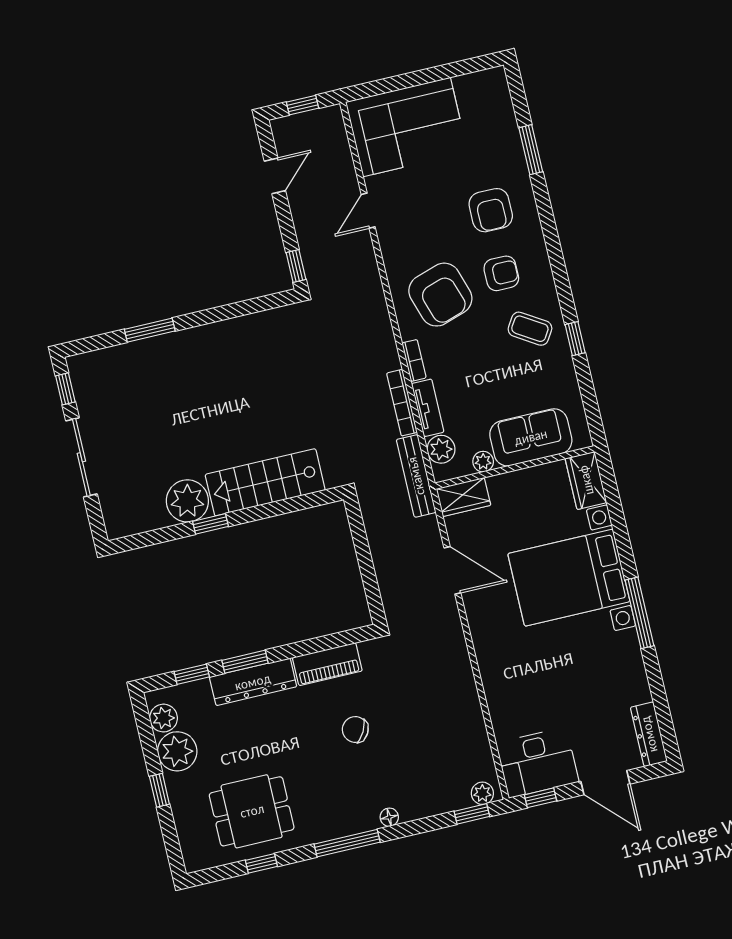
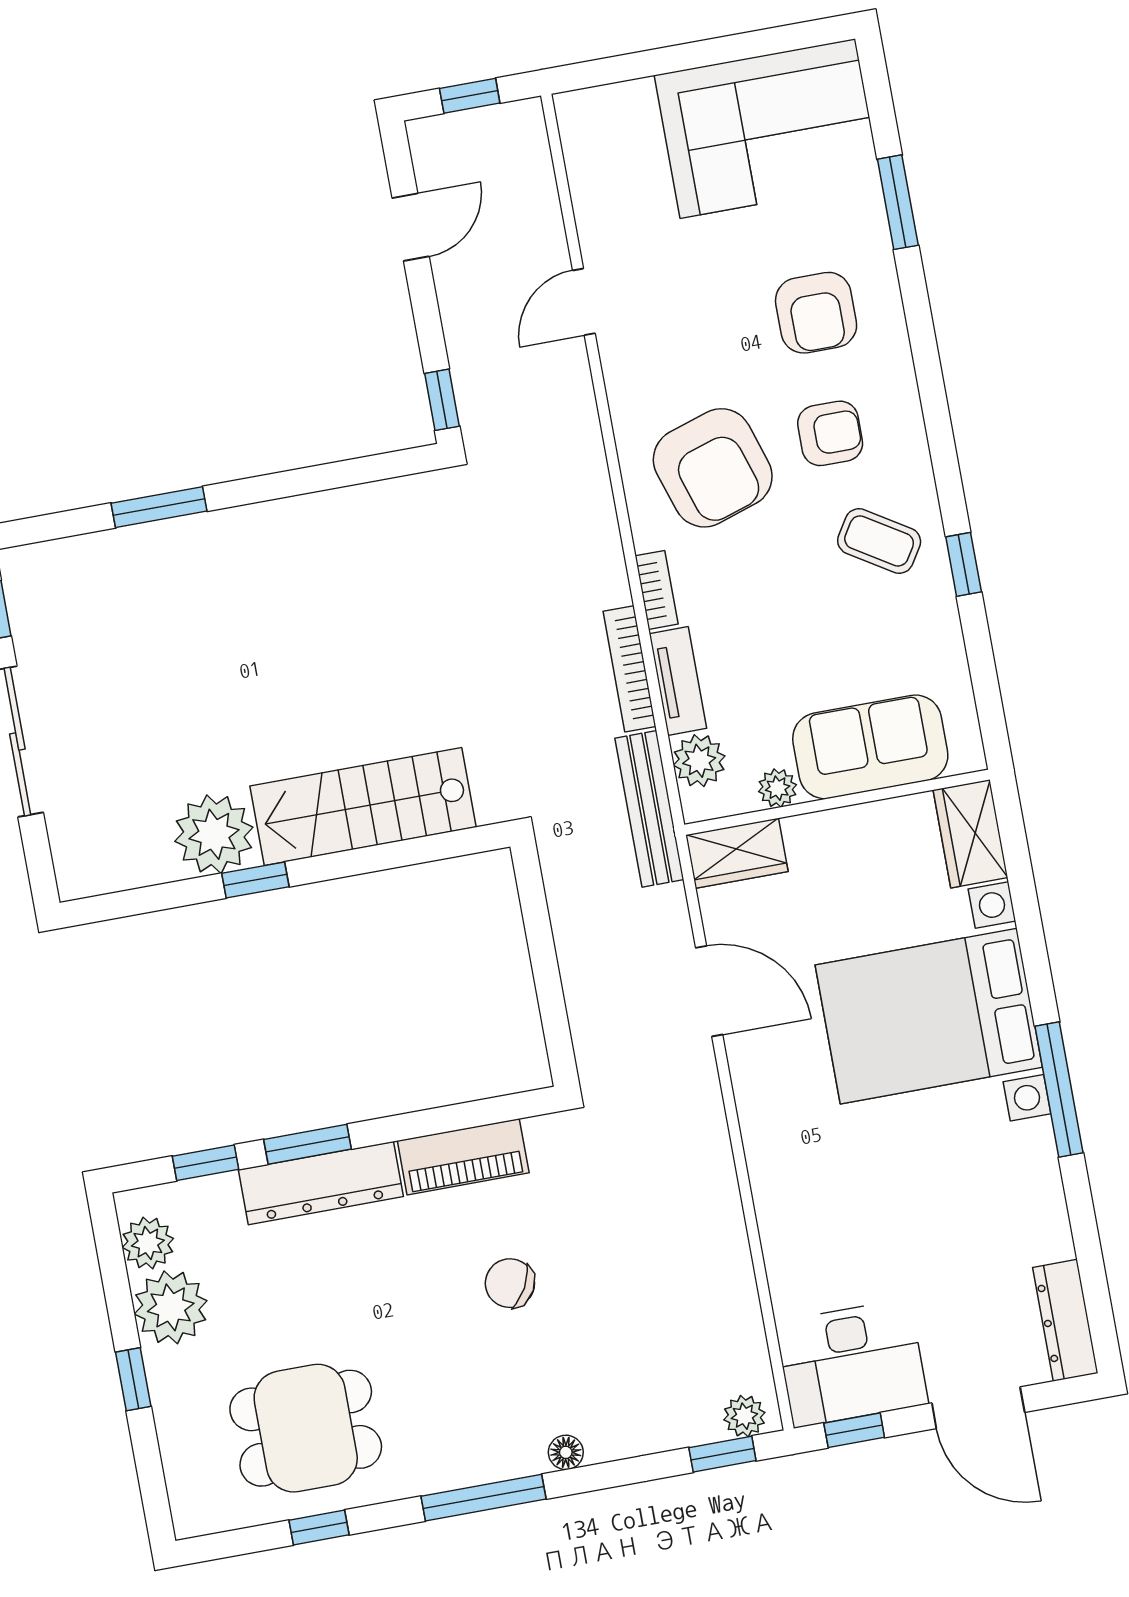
corner sofa: (407, 127) -> (768, 129), moved

